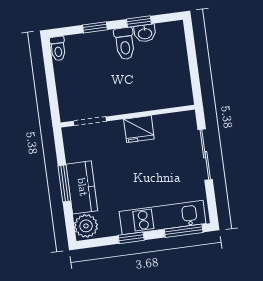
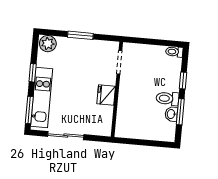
window: (139, 22) -> (180, 112), width x1.50
sliding door: (205, 155) -> (66, 136), moved
kitchen counter: (82, 187) -> (75, 47), removed

